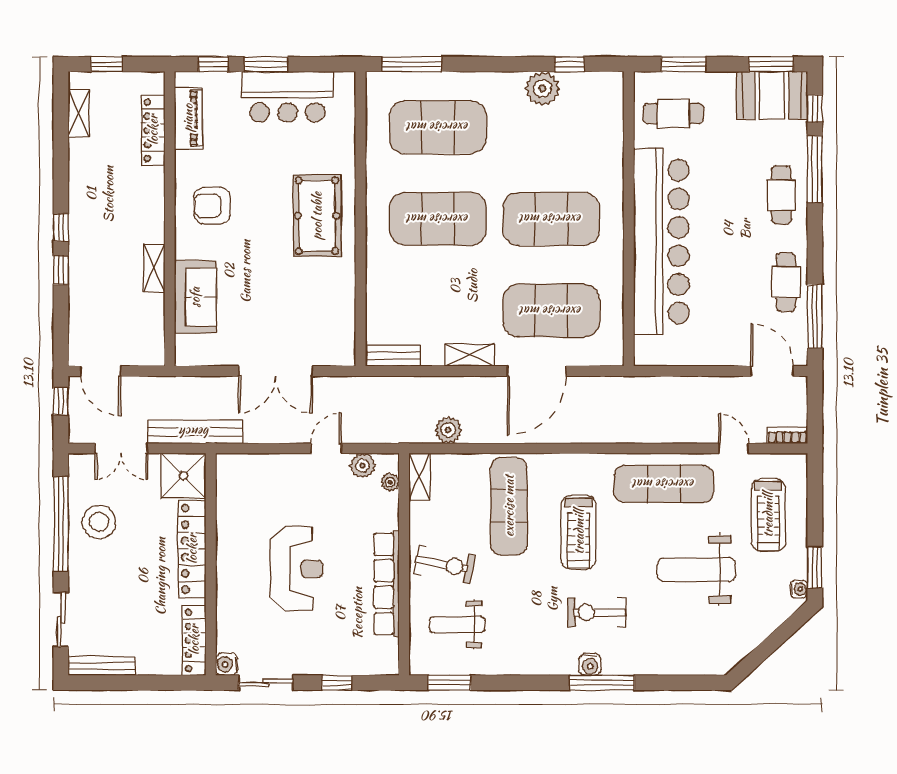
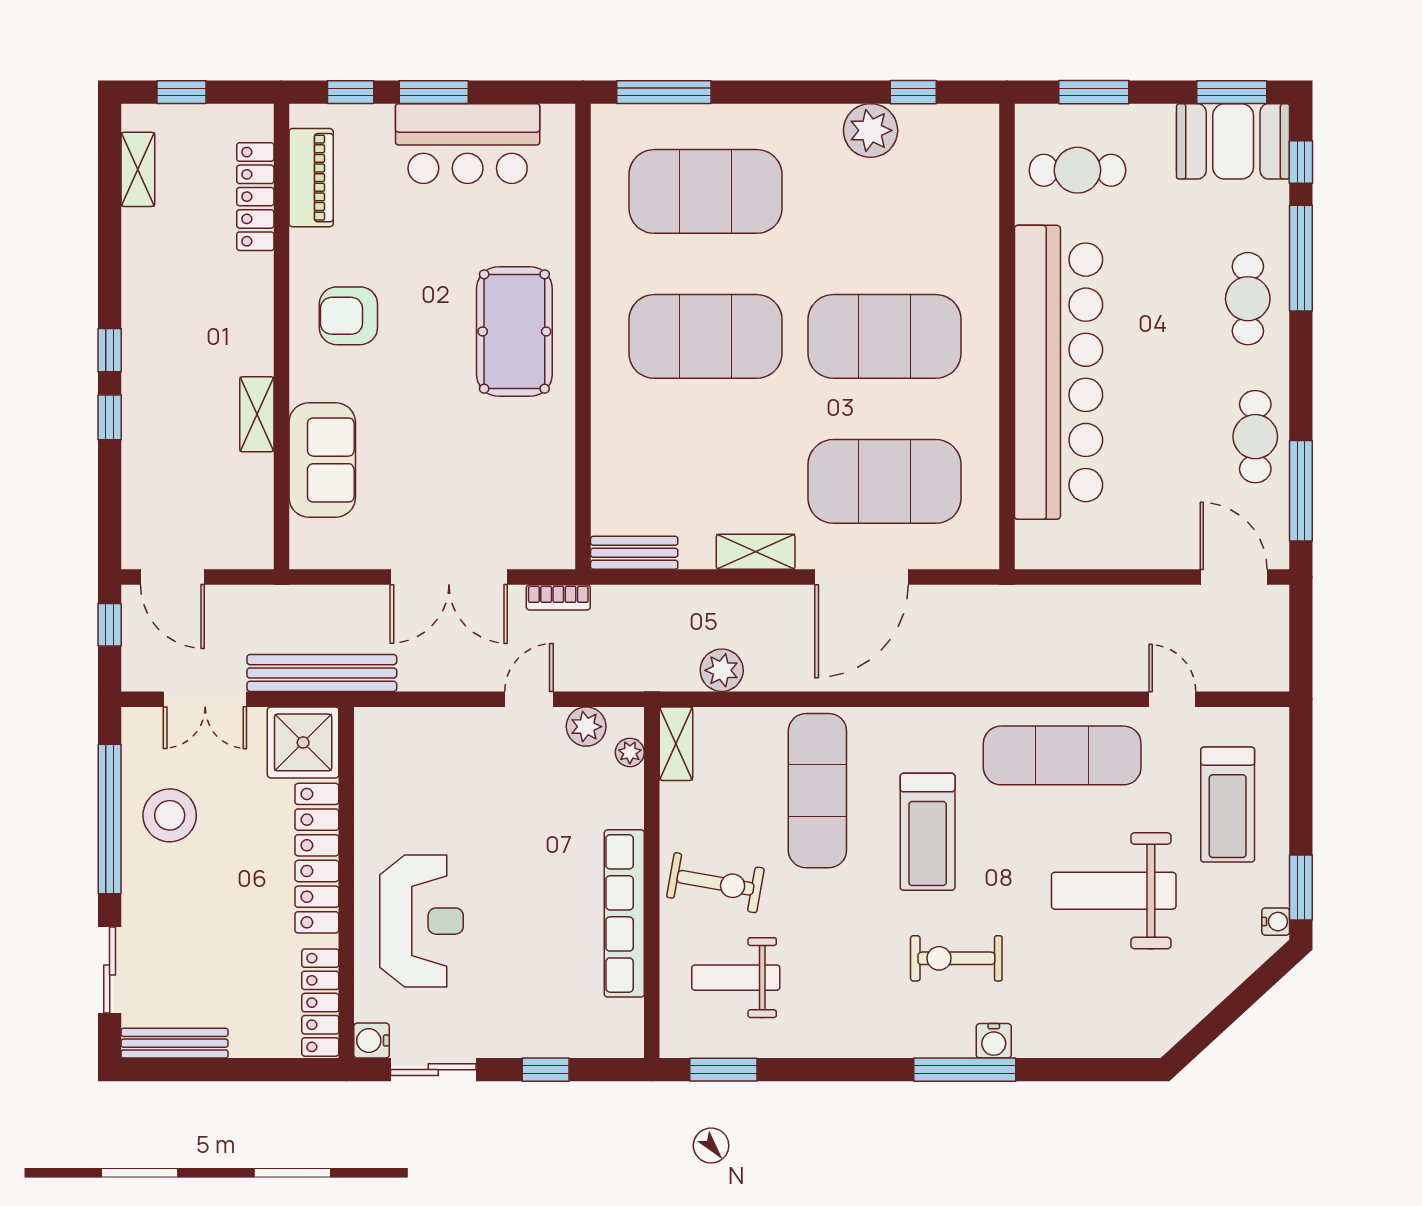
bookcase: (787, 435) -> (558, 597), moved, turned 180
reception desk: (296, 569) -> (422, 921), moved
water cooler: (590, 664) -> (994, 1041), moved

